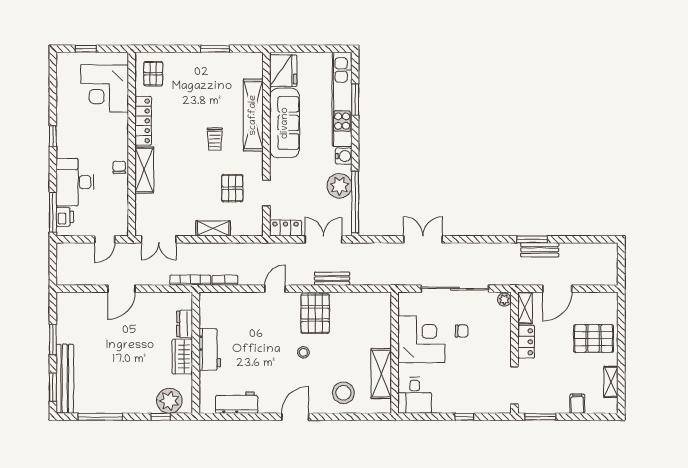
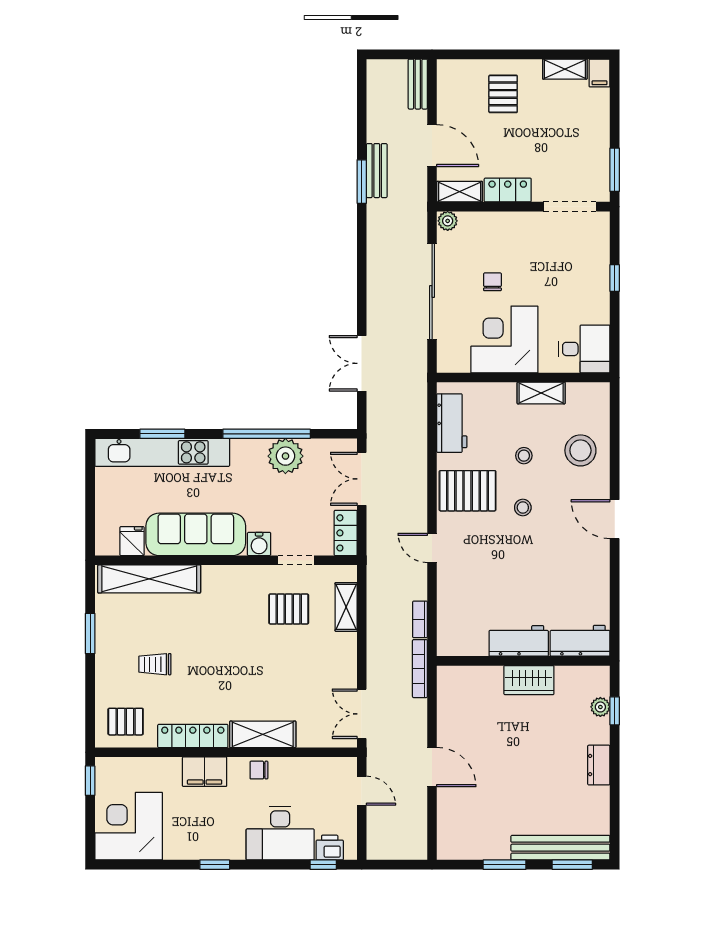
window: (86, 49) -> (90, 781), moved
fridge: (283, 71) -> (132, 541), width x0.53, depth x0.75
corner desk: (105, 89) -> (129, 826), moved, turned 180
shelving: (253, 115) -> (149, 579), moved
filing cabinet: (118, 129) -> (205, 772), added
trolley: (215, 139) -> (155, 664), moved, turned 180
water cooler: (344, 156) -> (259, 544), moved, turned 180
window: (355, 202) -> (267, 434), moved
window: (53, 212) -> (323, 865), width x0.46
shelving: (213, 228) -> (346, 607), moved
double door: (159, 239) -> (362, 714), swing flipped
double door: (423, 239) -> (362, 363), moved
bench: (332, 279) -> (418, 84), moved
workbench: (363, 303) -> (452, 423), added
dresser: (185, 324) -> (599, 765), moved, turned 90
pallet: (594, 338) -> (503, 94), width x0.67, depth x0.71
stool: (340, 353) -> (524, 456), added
shelving: (381, 374) -> (541, 393), width x0.67, depth x0.75
plant: (169, 401) -> (600, 707), width x0.53, depth x0.53
workbench: (237, 403) -> (580, 641), moved, turned 90
filing cabinet: (577, 404) -> (600, 73), moved, turned -90
window: (100, 417) -> (615, 797), removed

